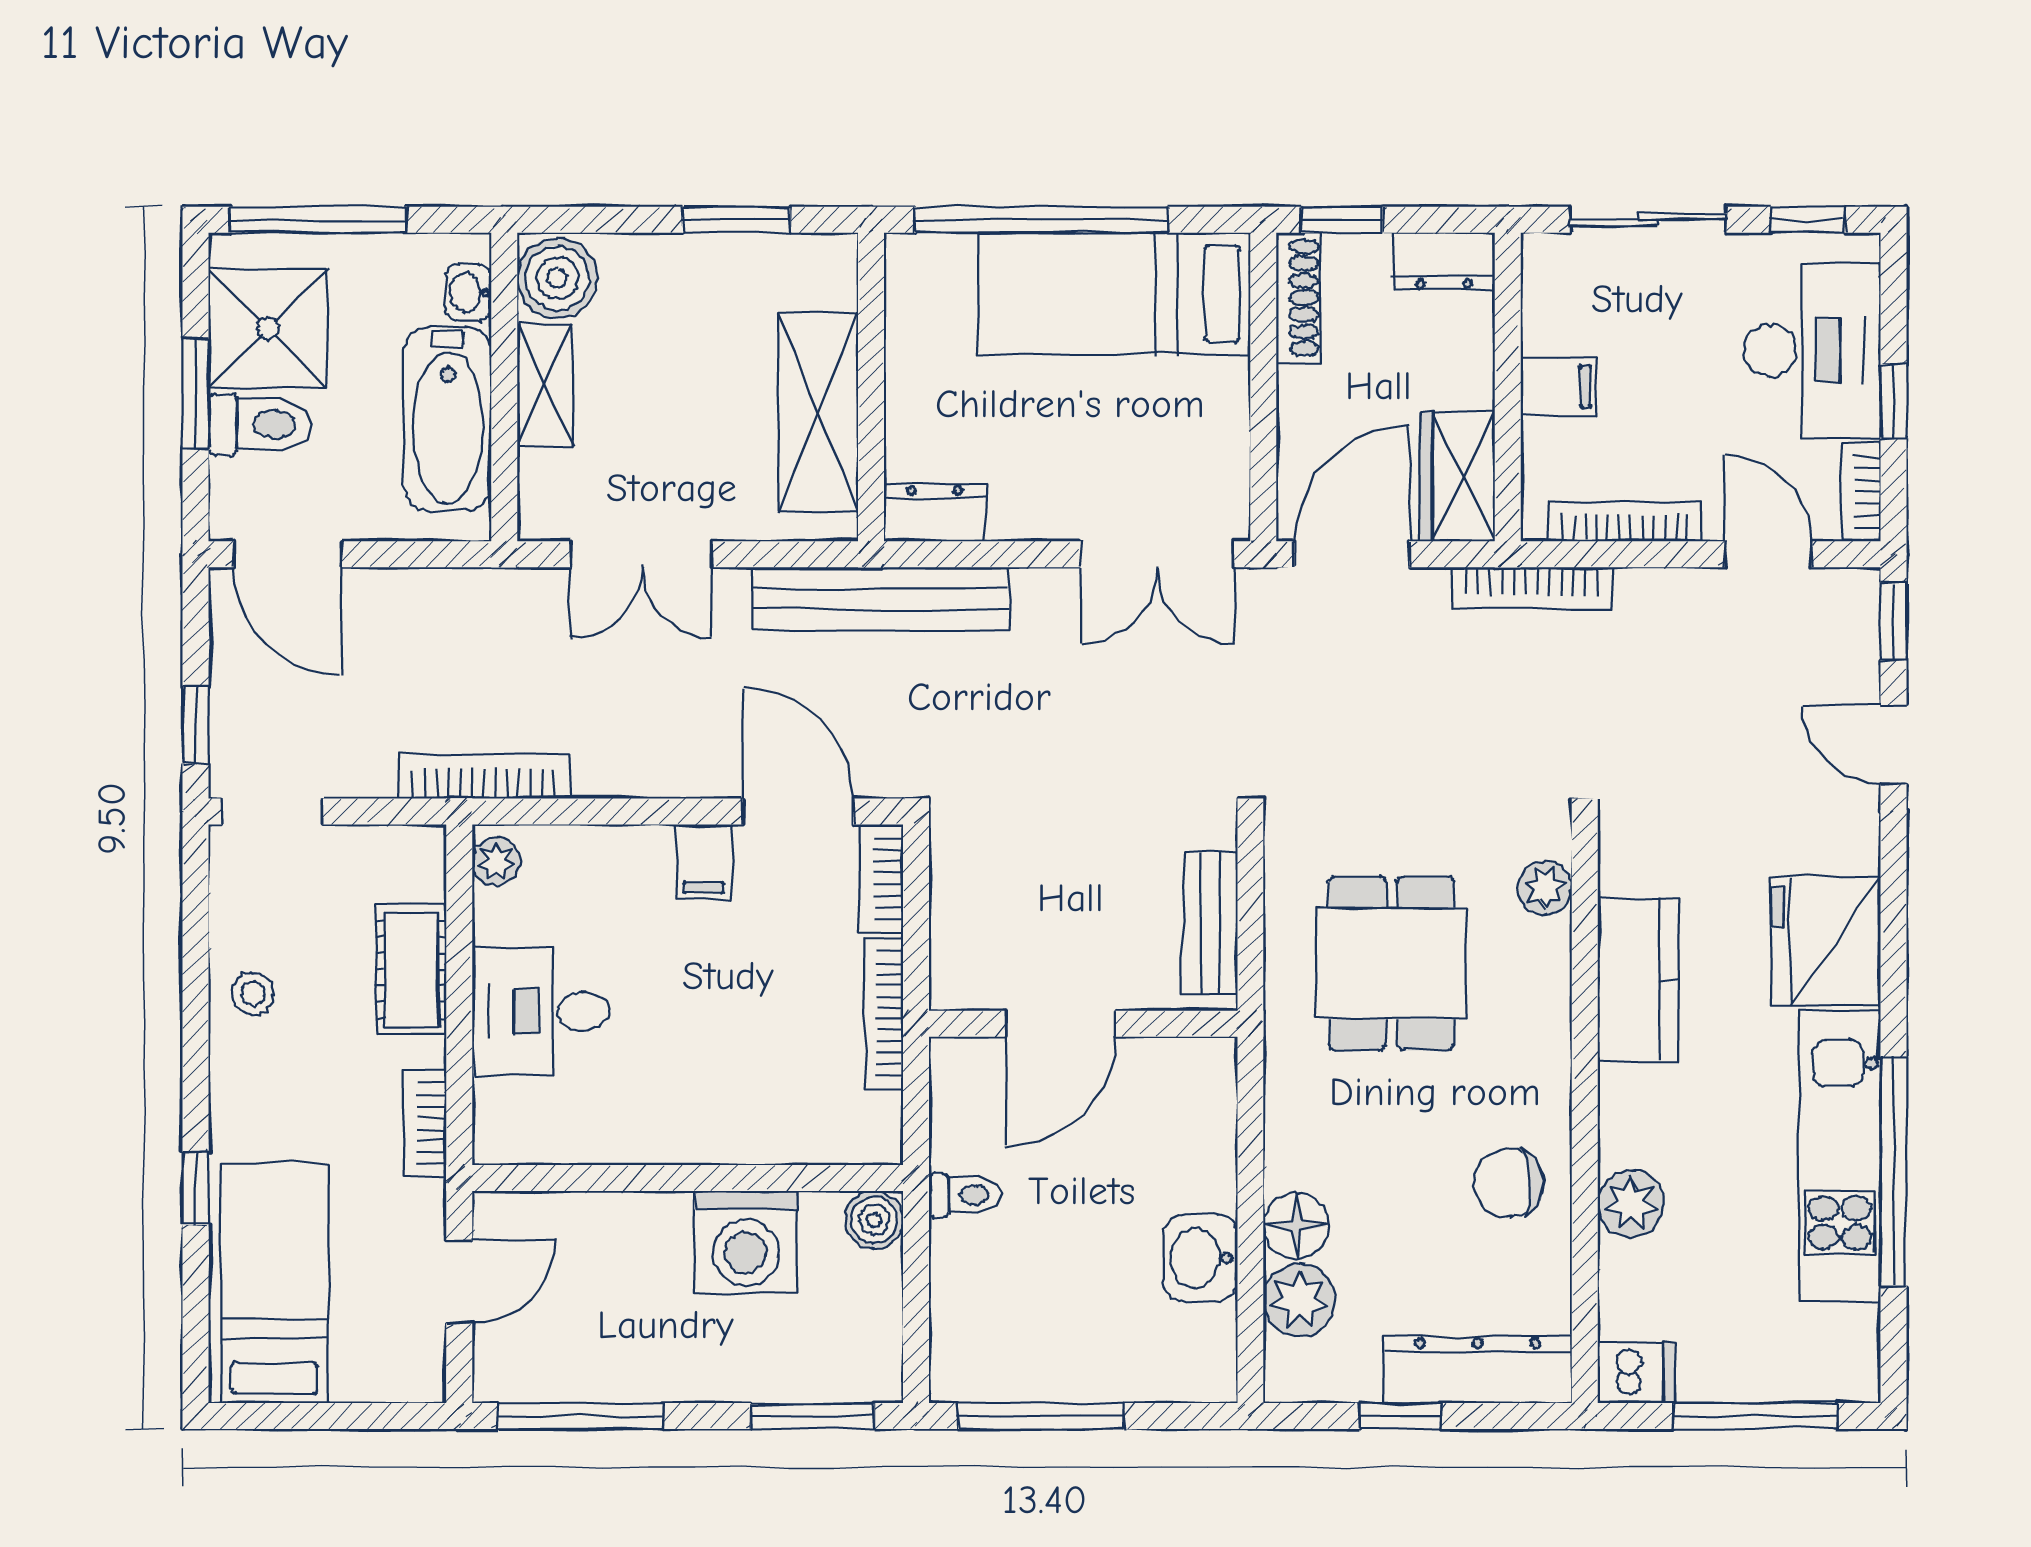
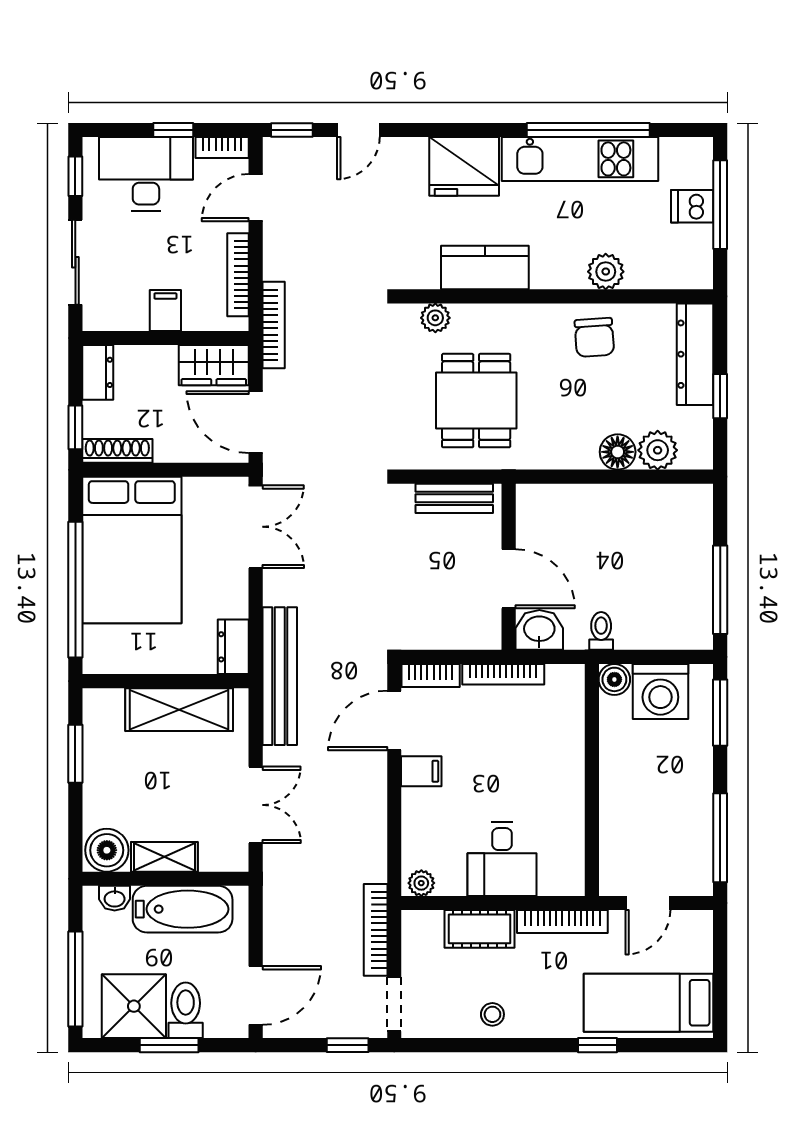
bed: (1114, 294) -> (132, 550), width x1.50
bookcase: (484, 777) -> (376, 930), moved
dining table: (1391, 963) -> (476, 401), turned 90
bookcase: (425, 1124) -> (562, 922), width x1.56
washing machine: (746, 1242) -> (660, 692), moved, turned 90
washbasin: (1200, 1258) -> (539, 630), moved, turned 180
door: (459, 1282) -> (648, 903), swing flipped
dishwasher: (1637, 1373) -> (692, 206), moved, turned -90

